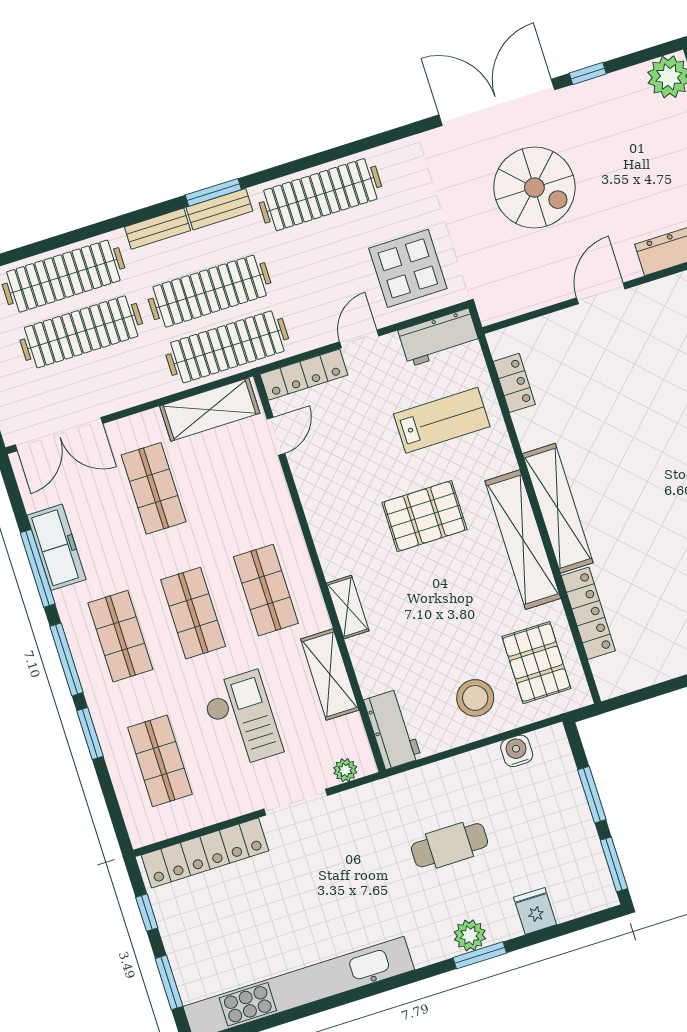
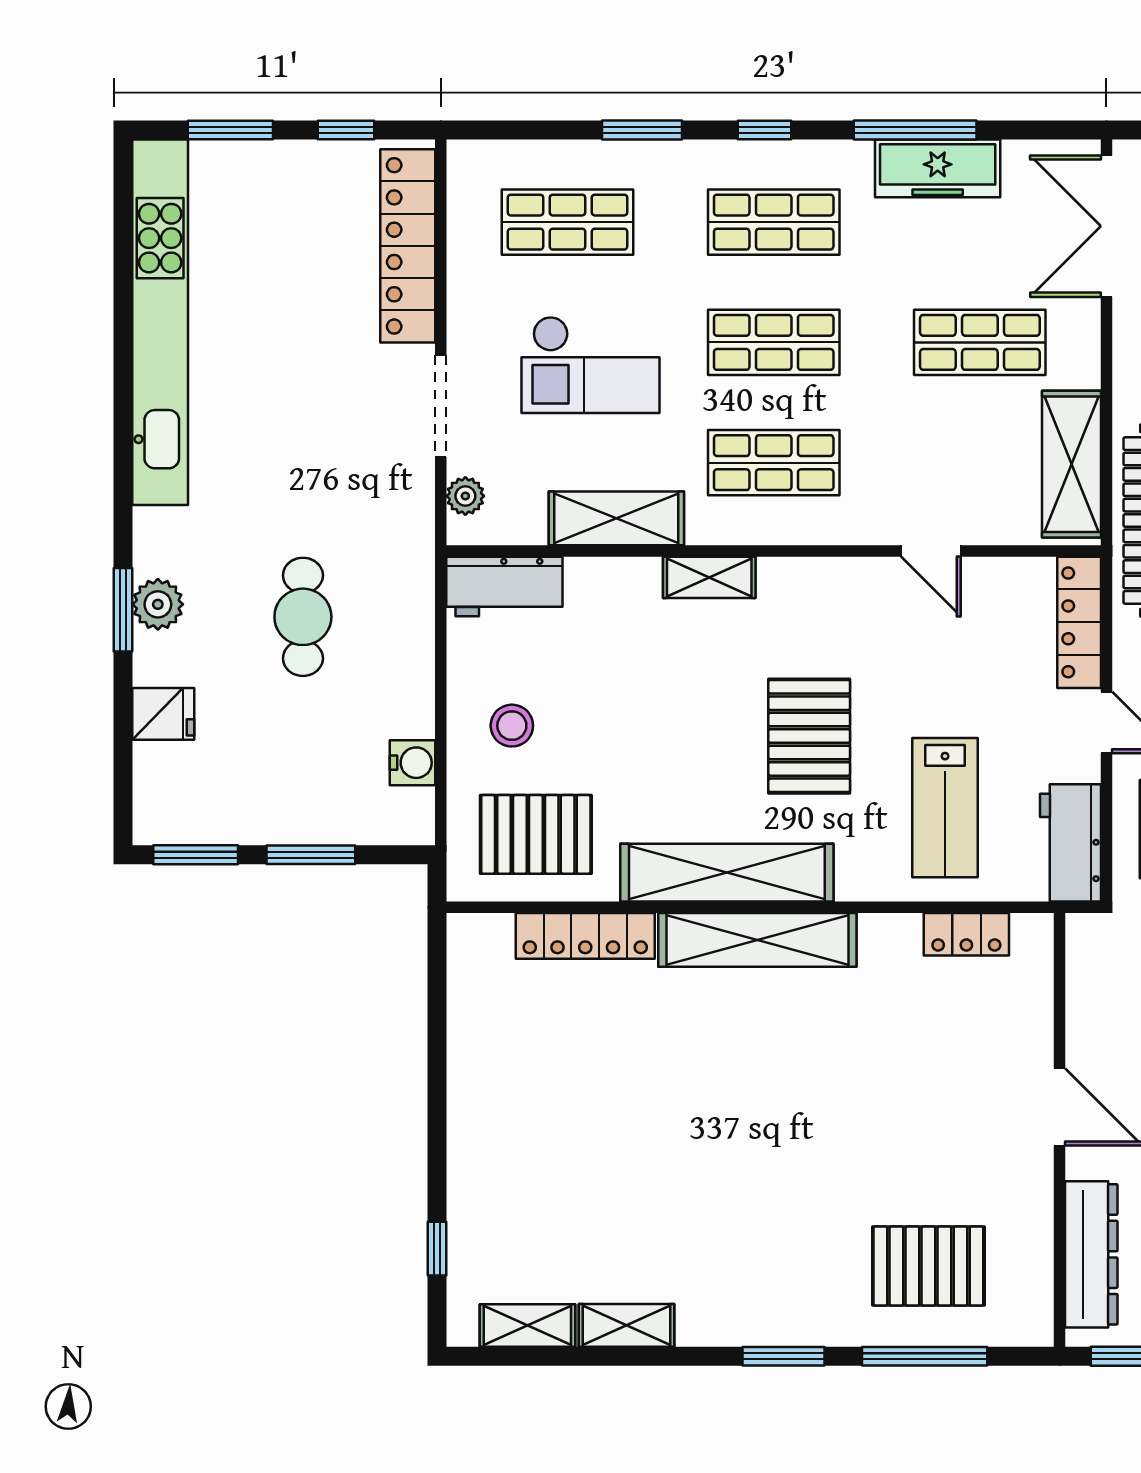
door: (276, 436) -> (931, 551), moved
window: (66, 659) -> (764, 130), width x0.46
stool: (475, 698) -> (512, 726), width x0.73, depth x0.73

